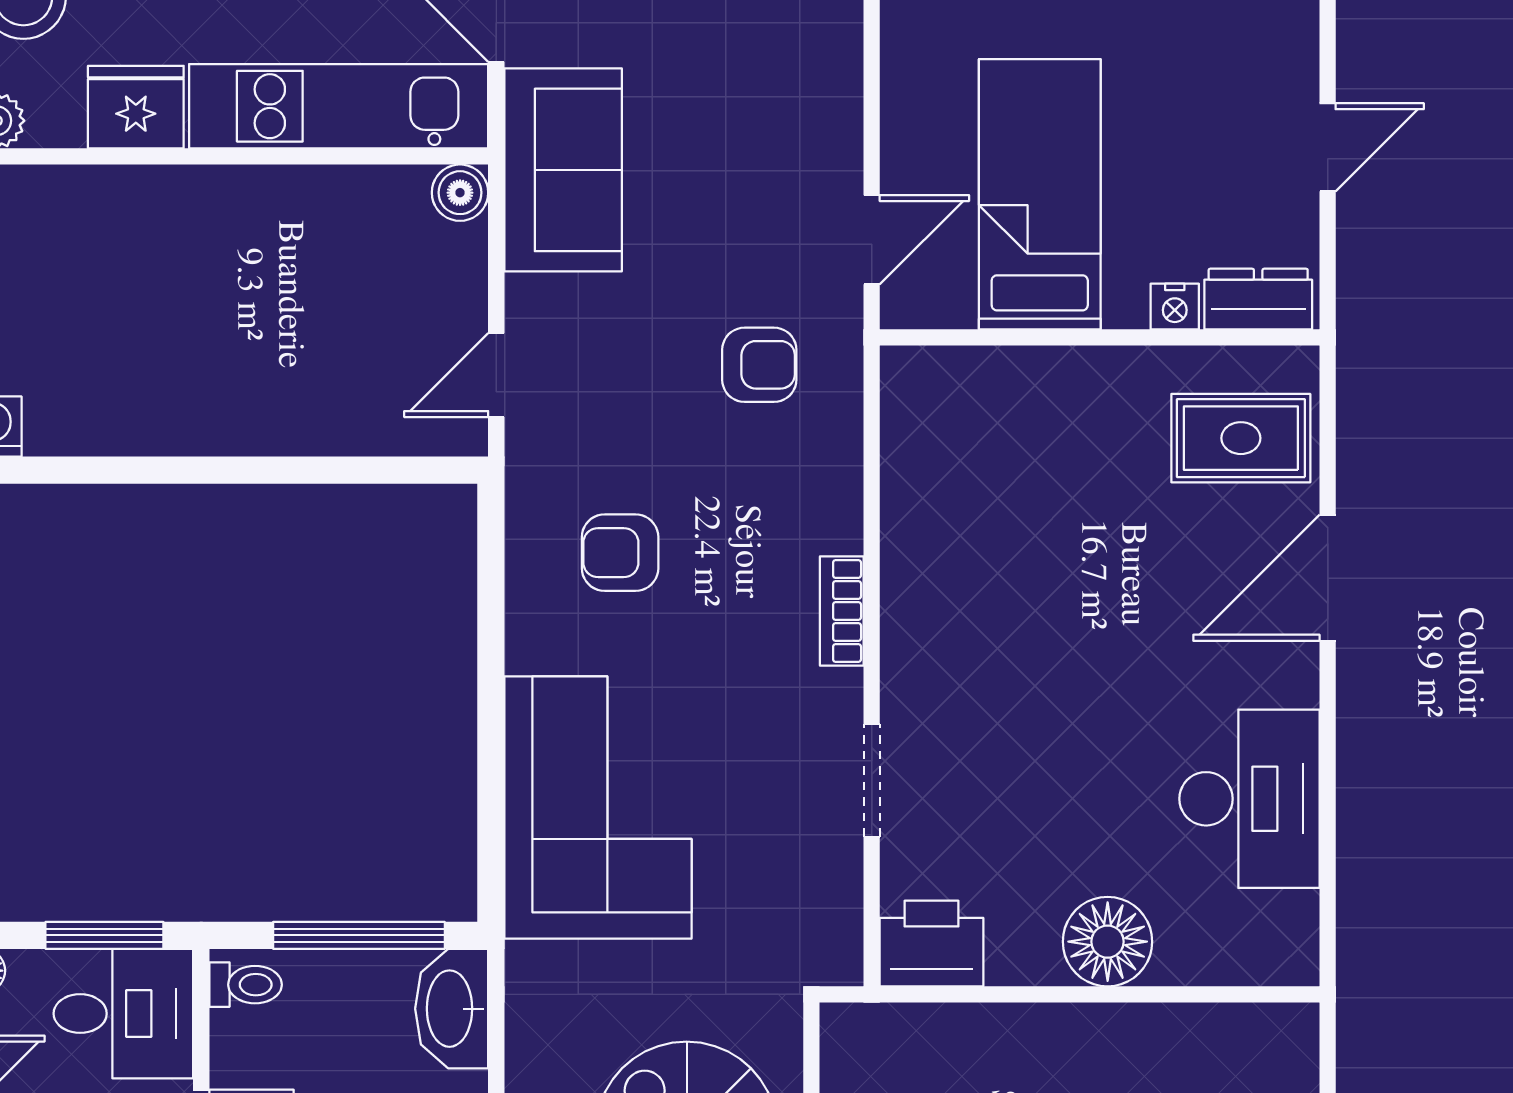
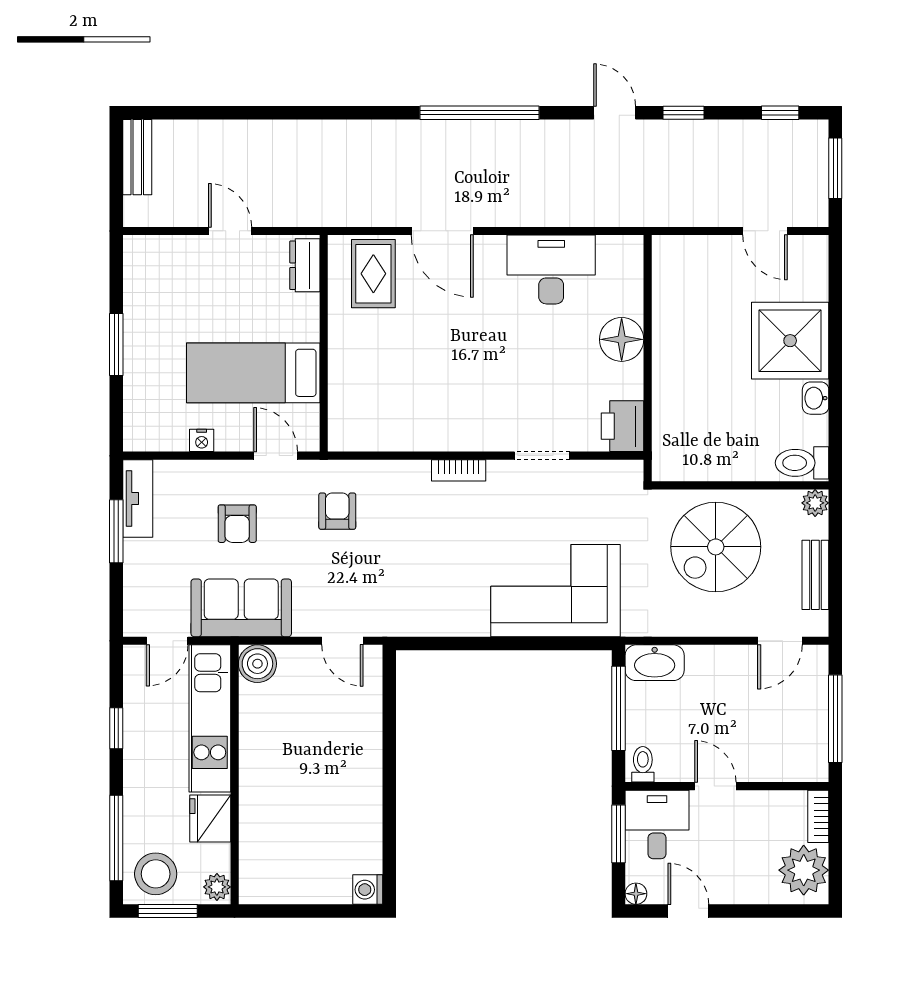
boiler: (460, 193) -> (257, 664), width x1.36, depth x1.36
nightstand: (1175, 307) -> (202, 440), moved, turned 90
armchair: (620, 553) -> (237, 524), moved

